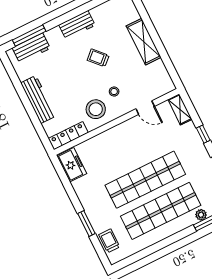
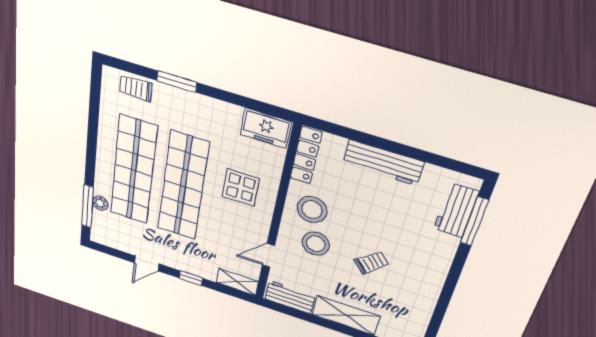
workbench: (77, 25) -> (290, 297), moved, turned 90
stool: (114, 92) -> (316, 244), width x1.89, depth x1.89
display table: (117, 152) -> (241, 187), added
trolley: (109, 241) -> (136, 88), turned 180

